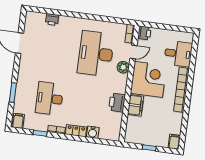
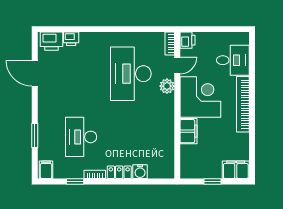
printer: (117, 102) -> (51, 41), moved, turned -90
filing cabinet: (174, 142) -> (236, 170), width x2.00

